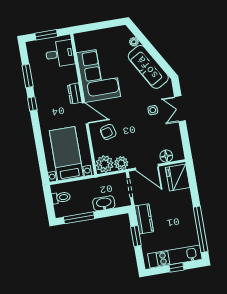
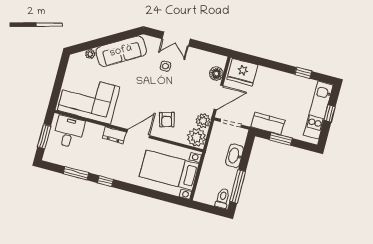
corner sofa: (98, 75) -> (89, 99), moved
toilet: (61, 197) -> (223, 198), moved
window: (201, 229) -> (303, 73), width x0.32

